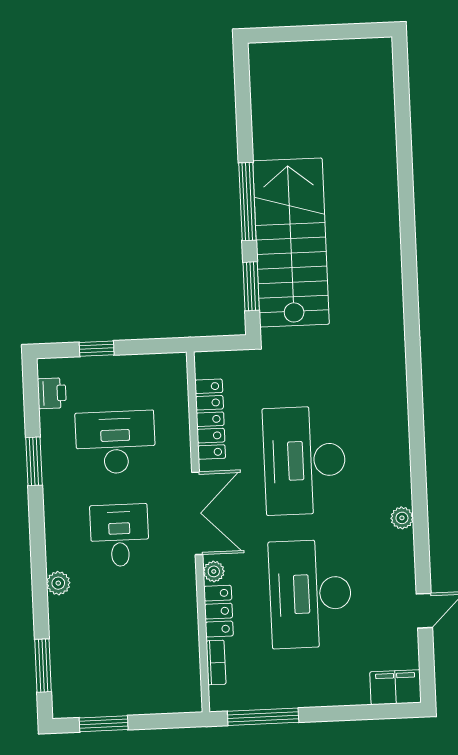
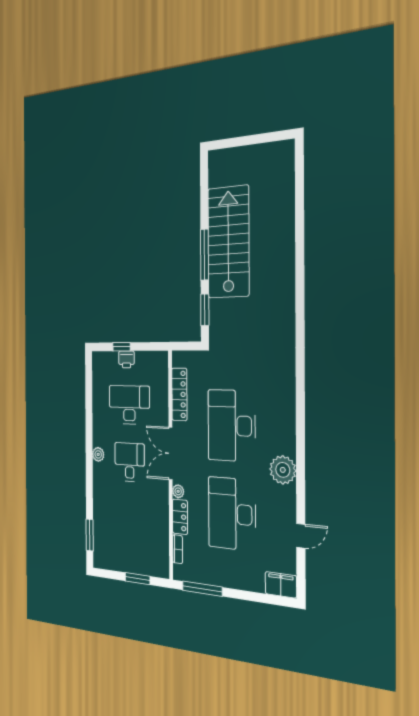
stairs: (291, 243) -> (228, 242), moved
printer: (52, 393) -> (126, 359), moved, turned 90
window: (34, 461) -> (89, 413), removed
double door: (197, 513) -> (170, 453), swing flipped
plant: (402, 518) -> (283, 470), width x1.87, depth x1.87
plant: (58, 583) -> (98, 454), moved
window: (104, 724) -> (137, 579), moved

